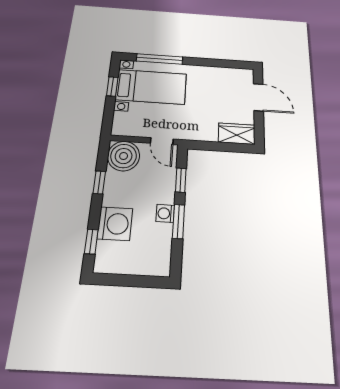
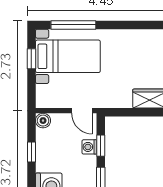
boiler: (124, 156) -> (43, 121), width x0.54, depth x0.54
washing machine: (165, 213) -> (89, 147), moved

